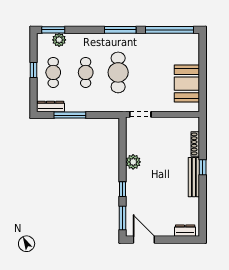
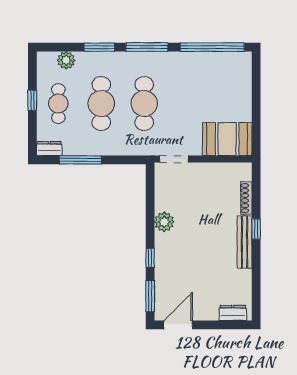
window: (53, 30) -> (99, 47), moved
cafe table: (86, 72) -> (101, 104), width x1.37, depth x1.35
booth: (187, 84) -> (227, 139), moved, turned 90
dresser: (51, 106) -> (49, 149), width x0.70
door: (144, 240) -> (178, 325), hinge flipped

